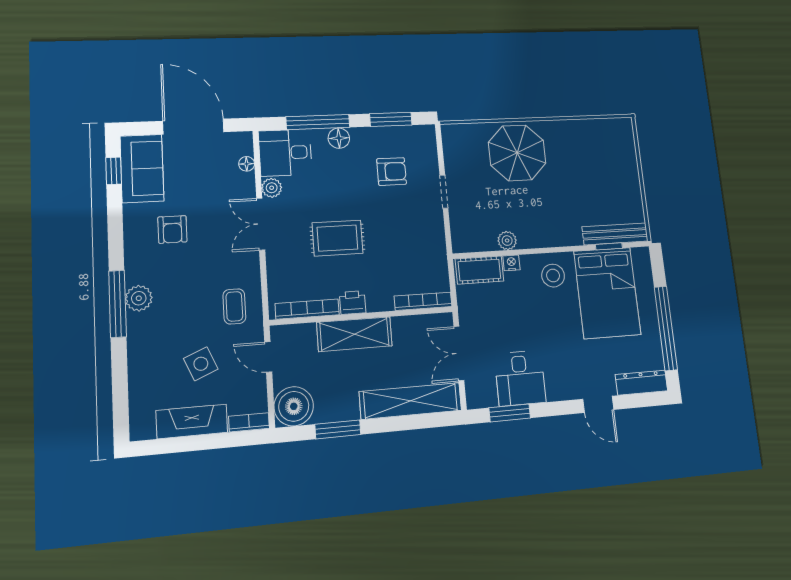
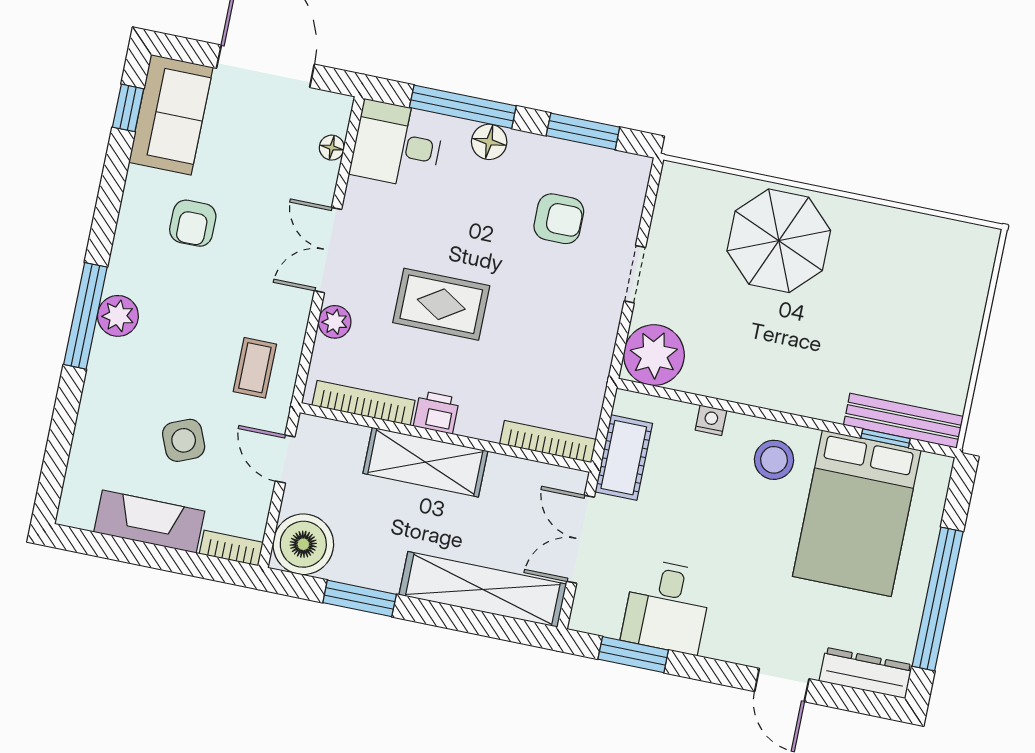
plant: (272, 188) -> (335, 322), moved
plant: (507, 241) -> (654, 355), moved, width x1.88, depth x1.88
cot: (479, 270) -> (624, 458), moved, turned 90

